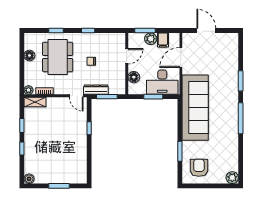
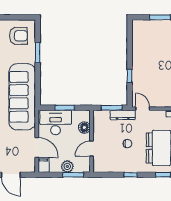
filing cabinet: (163, 40) -> (44, 165), moved
door: (181, 57) -> (37, 147), hinge flipped
armchair: (199, 168) -> (18, 36), turned -90

